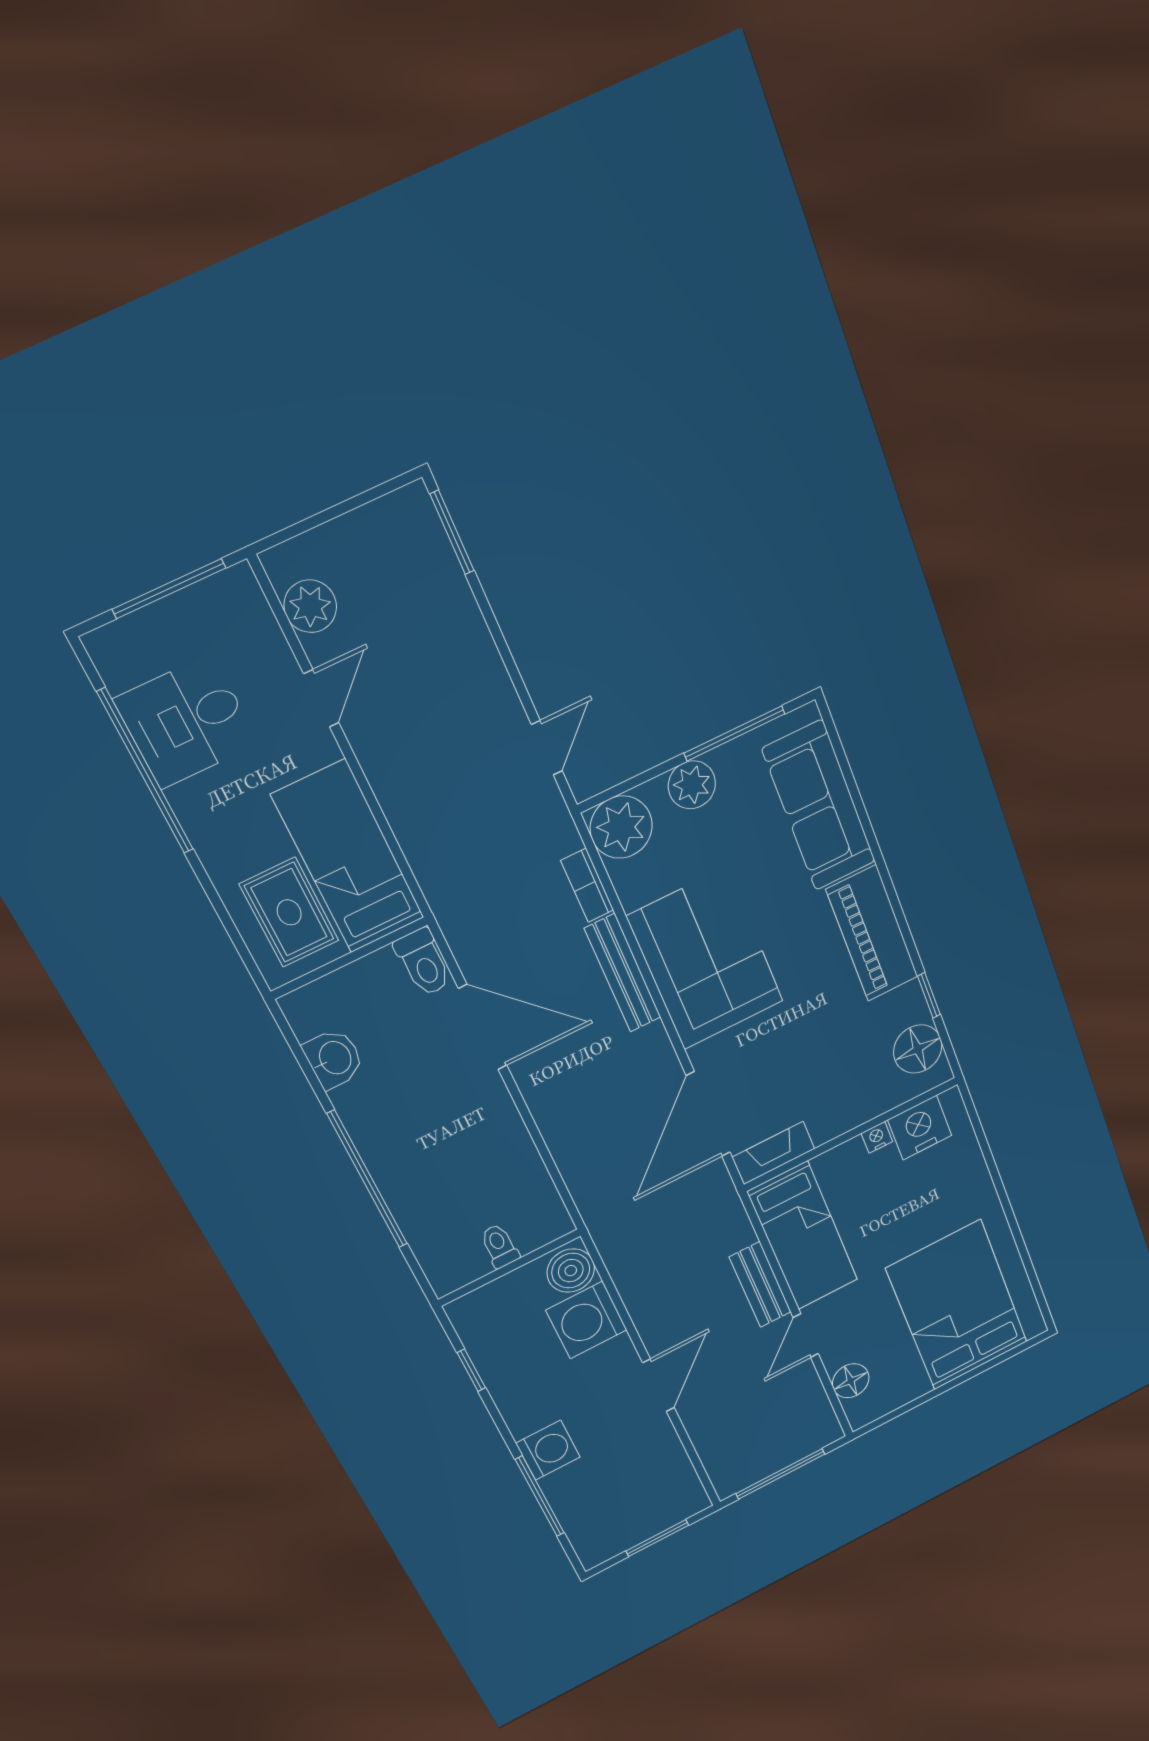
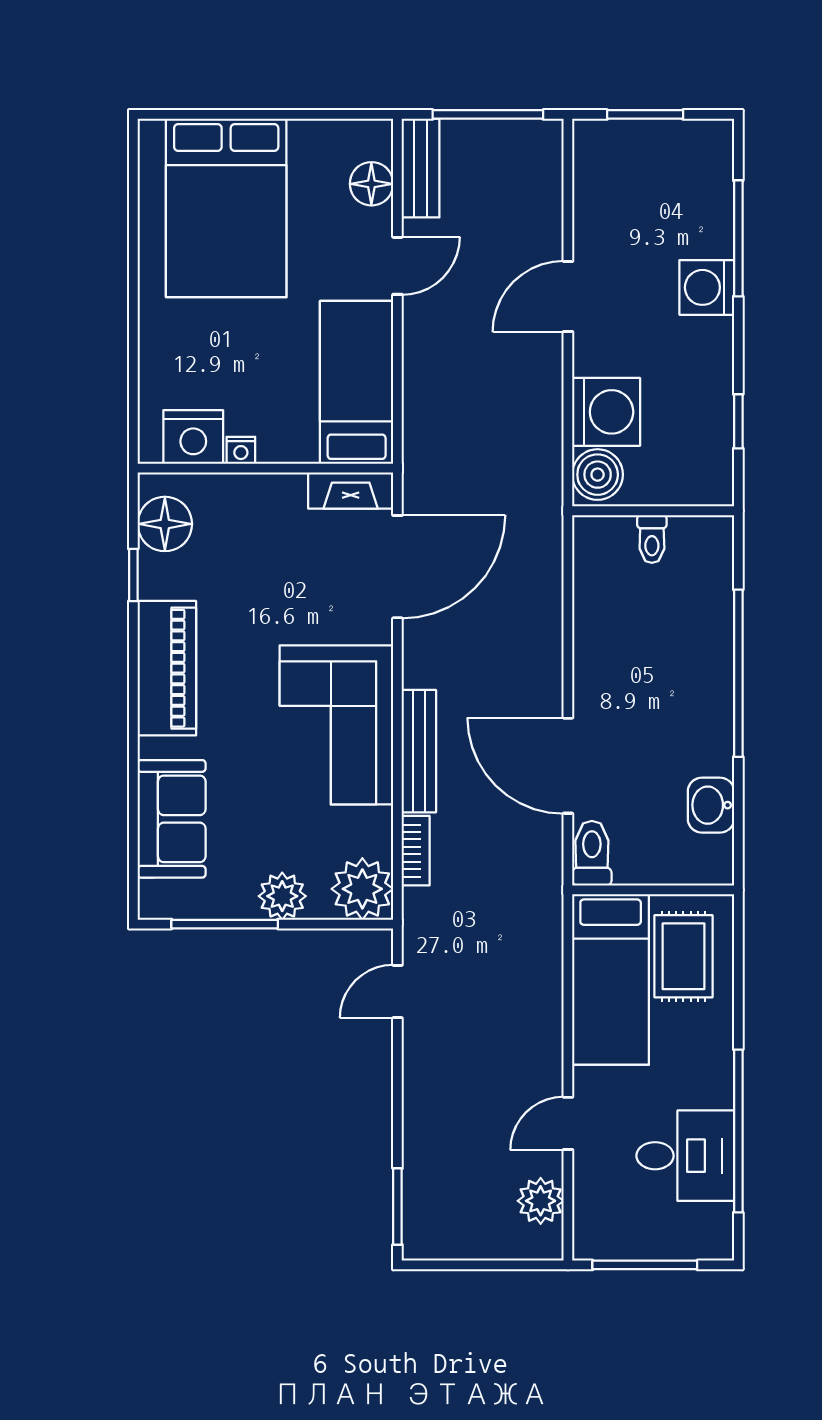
sofa: (819, 806) -> (172, 819), width x0.73
bench: (760, 1285) -> (421, 168), moved

